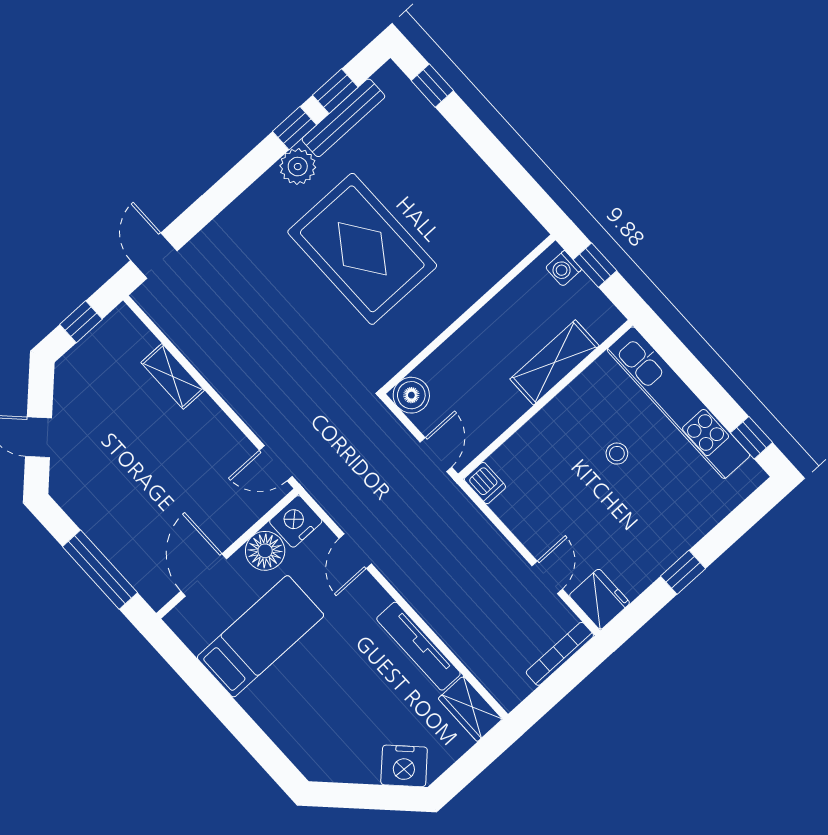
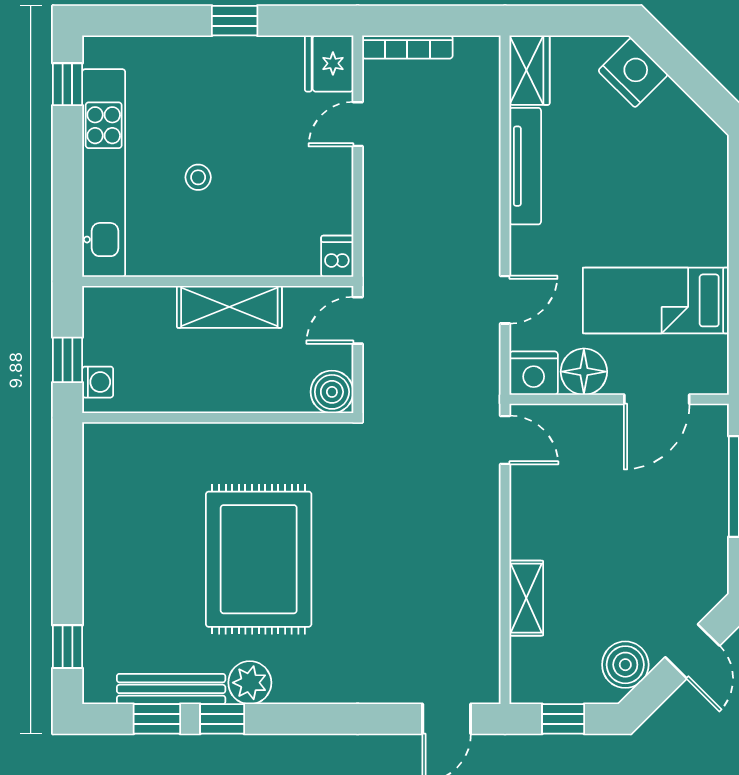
shelving: (554, 362) -> (229, 307), moved
boiler: (73, 391) -> (625, 665), added

